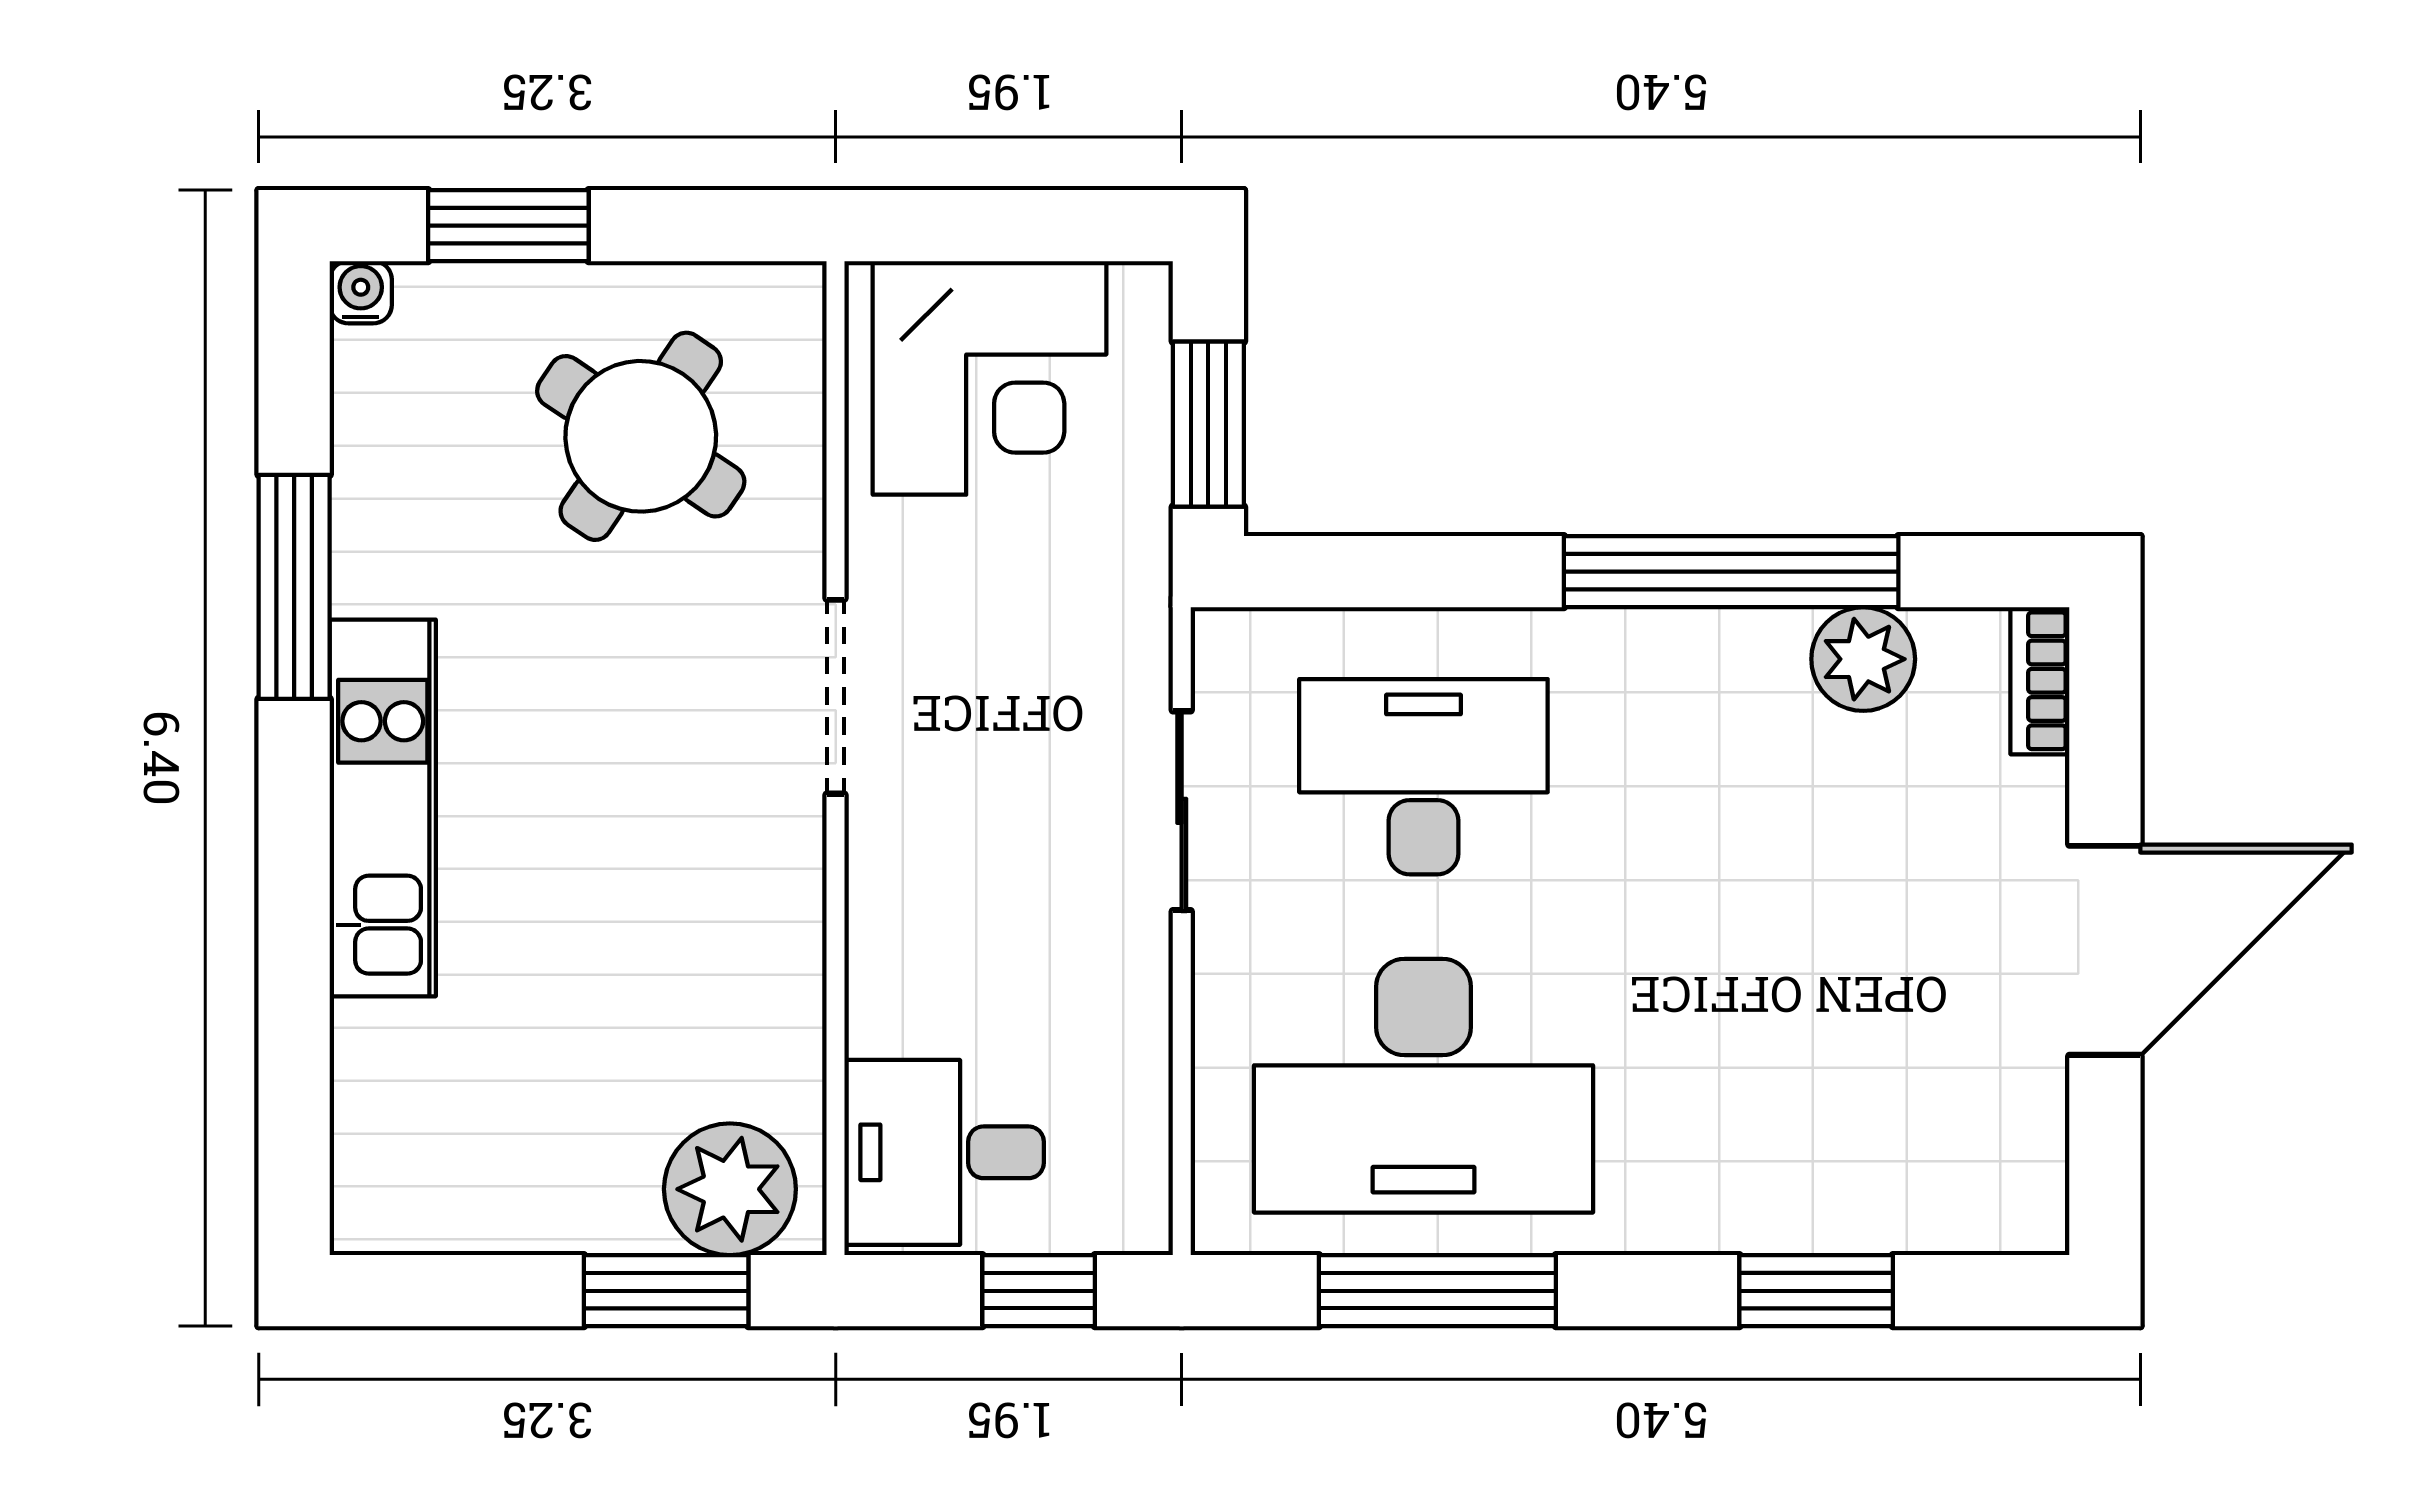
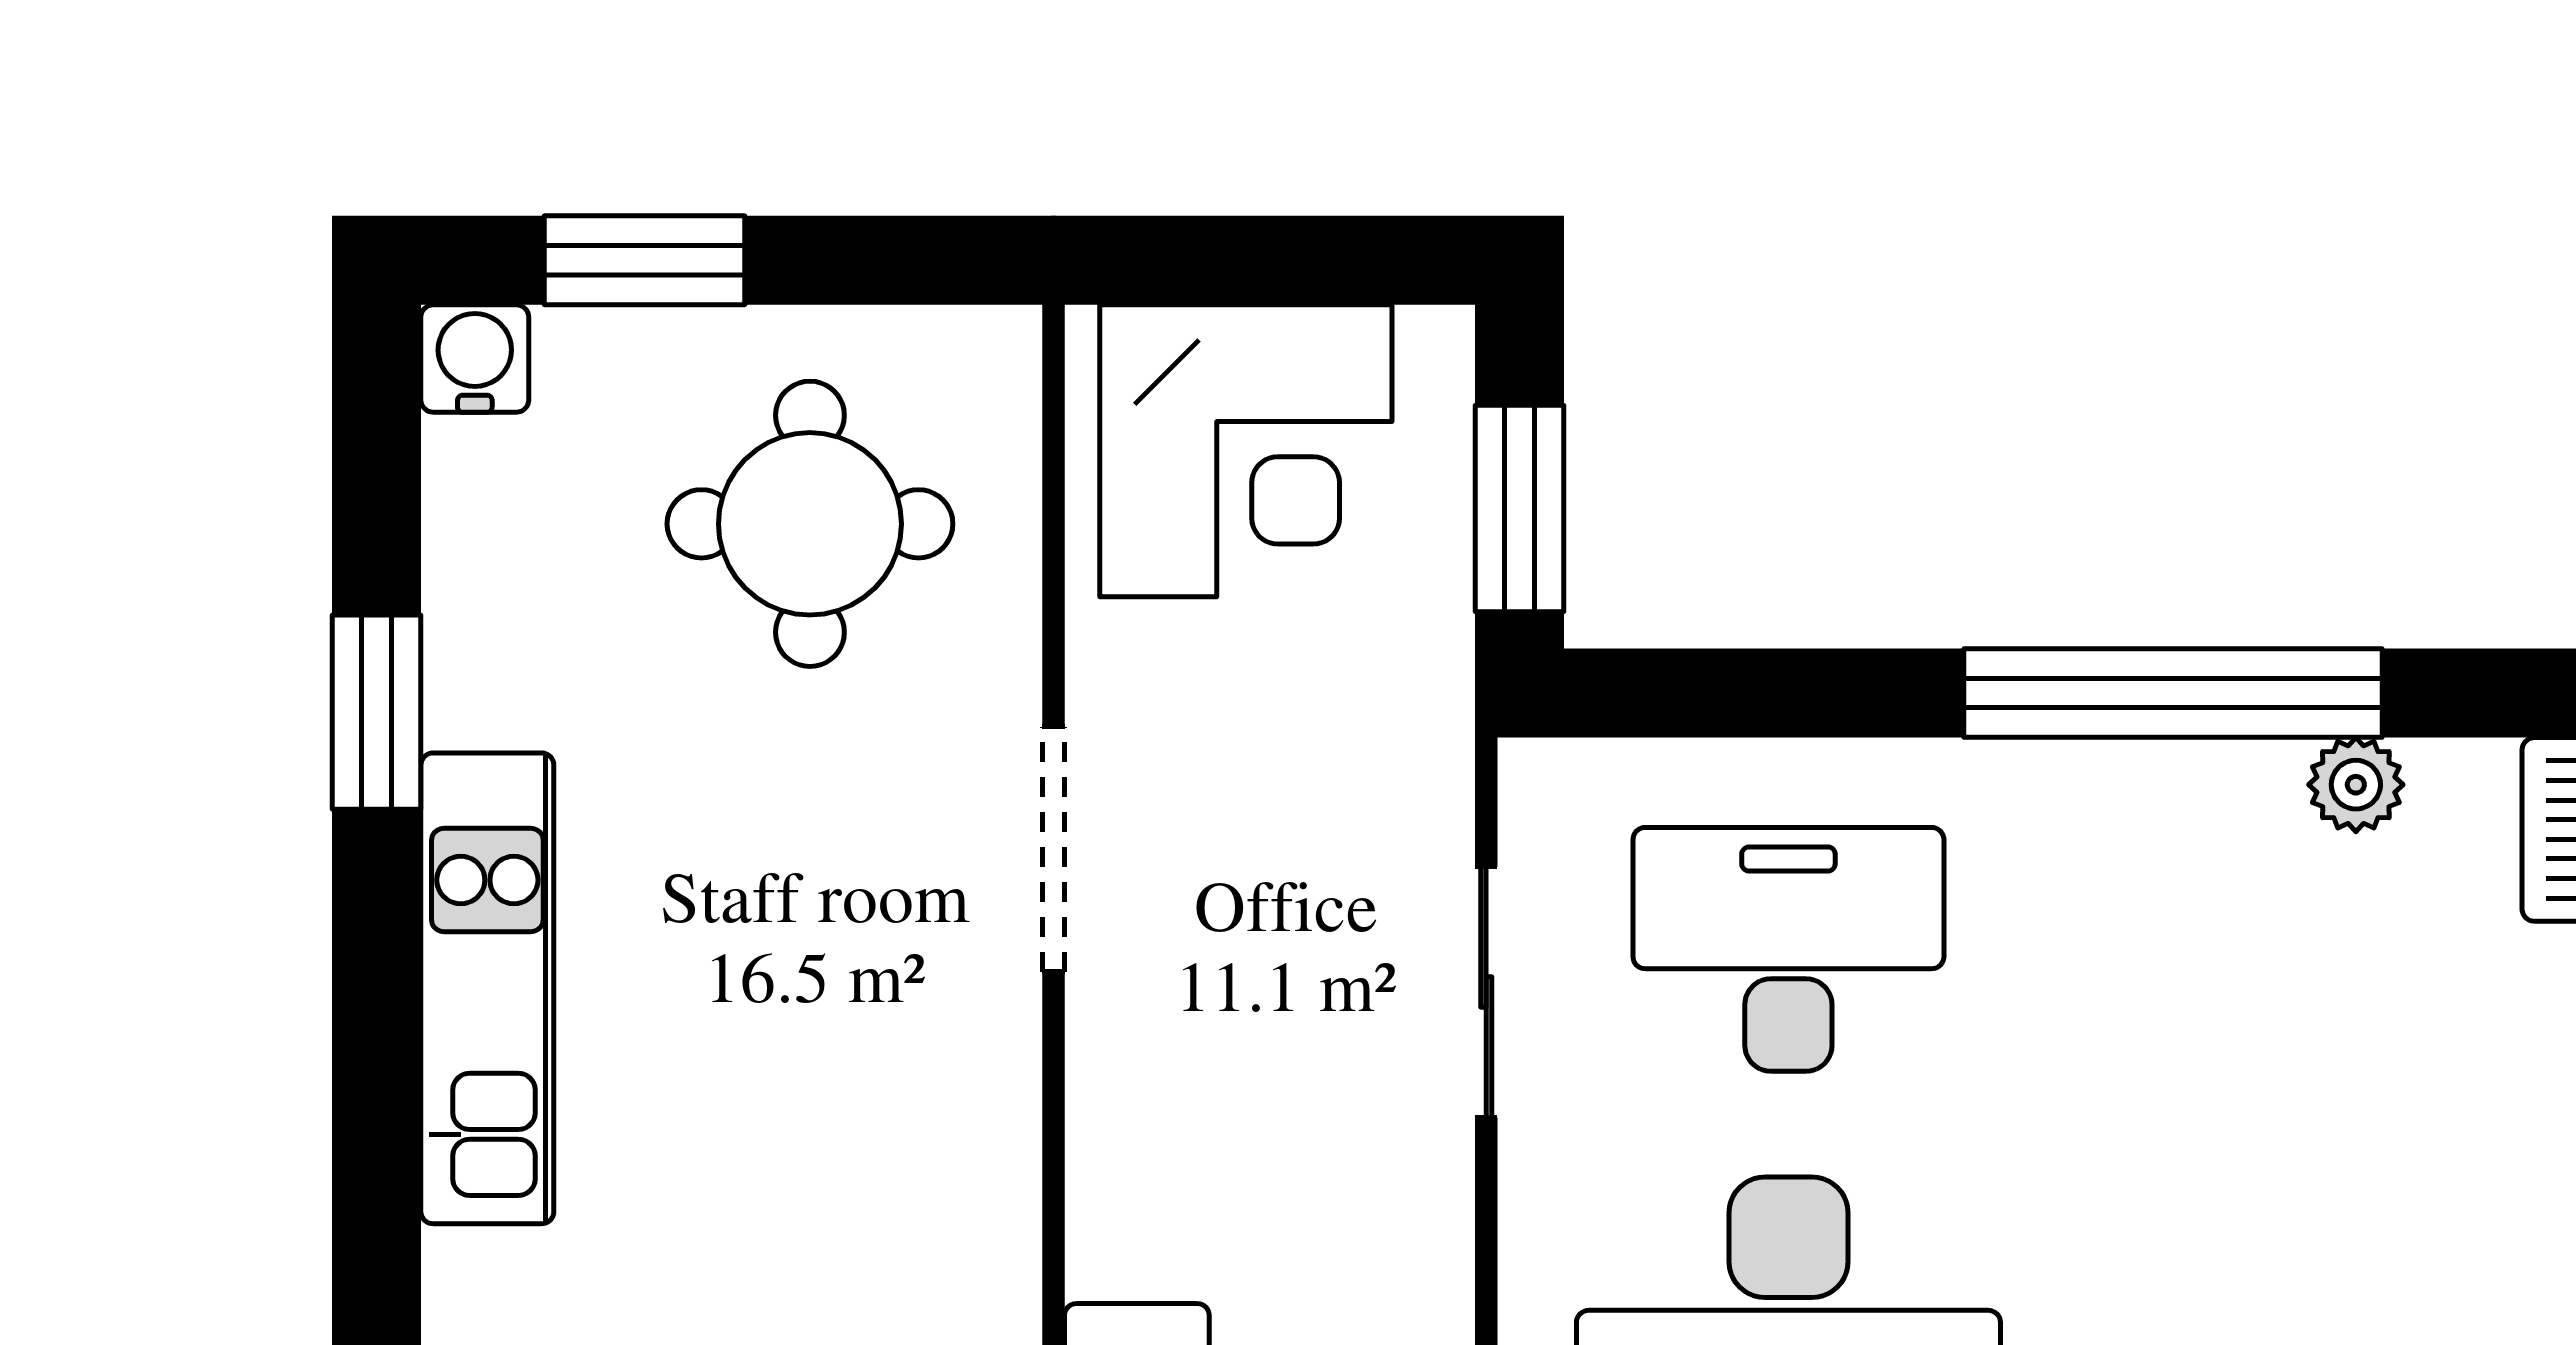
water cooler: (361, 292) -> (475, 359), width x1.38, depth x1.38
round table: (641, 436) -> (810, 524), turned -34
window: (294, 587) -> (377, 712), width x0.69
plant: (1863, 659) -> (2356, 785), width x0.73, depth x0.73

